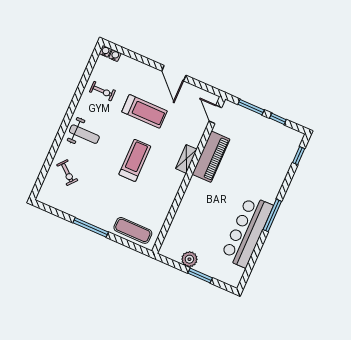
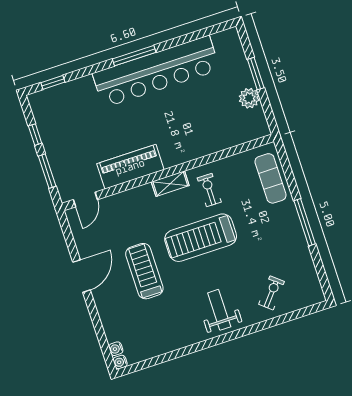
exercise bike: (102, 91) -> (209, 190), moved
shelving: (186, 159) -> (170, 184), moved
treadmill: (135, 160) -> (201, 238), width x1.37, depth x1.38
bar counter: (247, 231) -> (156, 72), width x1.36

